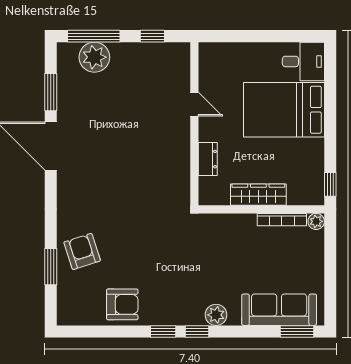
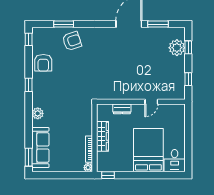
window: (94, 36) -> (188, 47), width x0.46
window: (197, 331) -> (29, 39), moved

